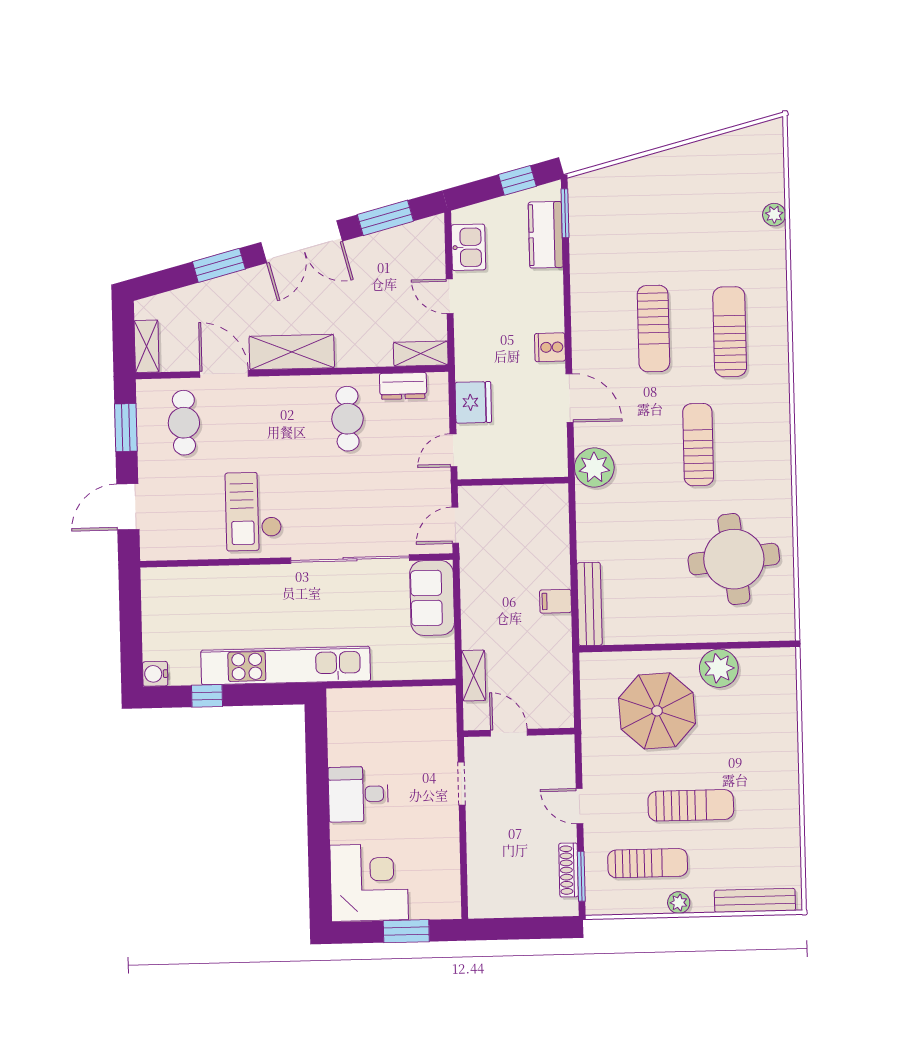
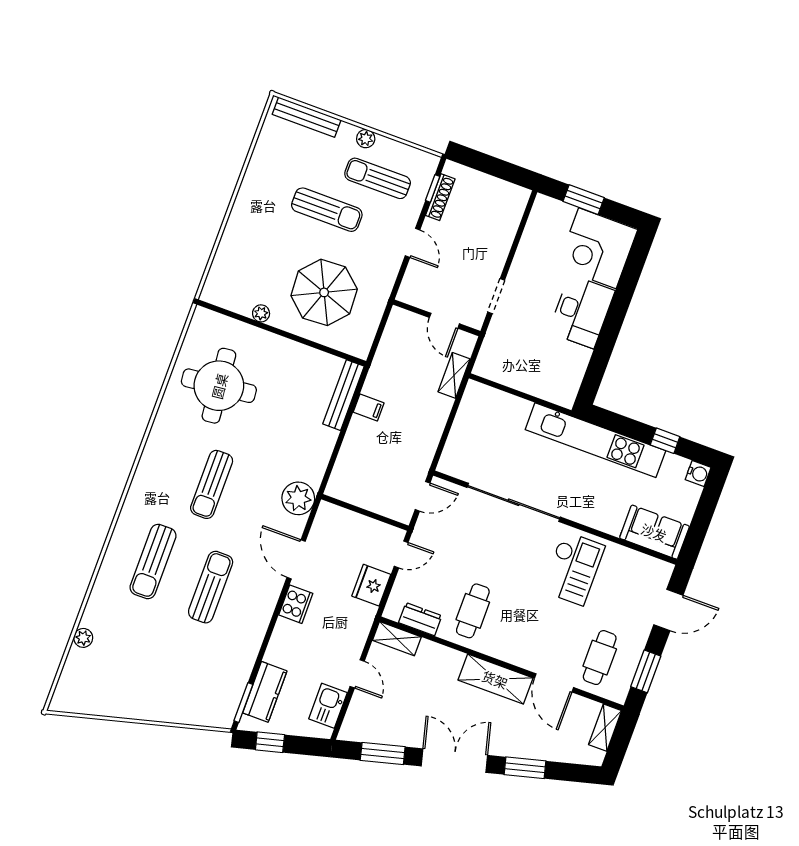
cooker: (550, 347) -> (296, 604), width x1.36
sofa: (432, 598) -> (654, 532), moved, turned -90
plant: (719, 668) -> (261, 313), width x0.53, depth x0.53
desk: (358, 794) -> (582, 311), width x1.37
sun lounger: (691, 805) -> (327, 210), turned 180
window: (581, 876) -> (433, 188), width x0.67

